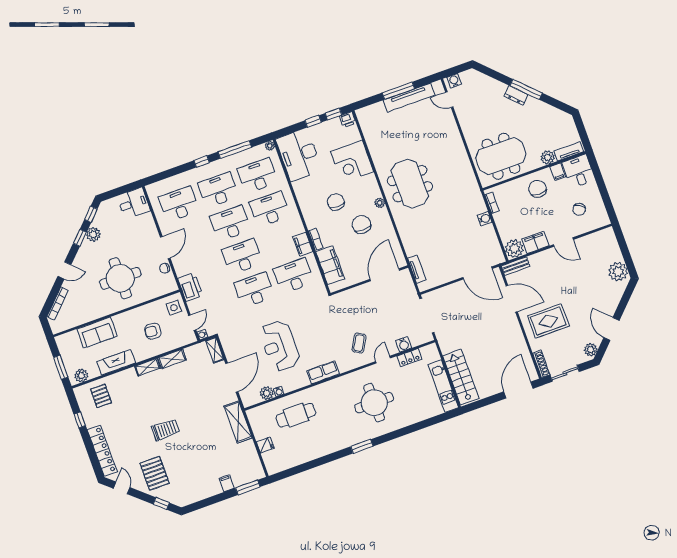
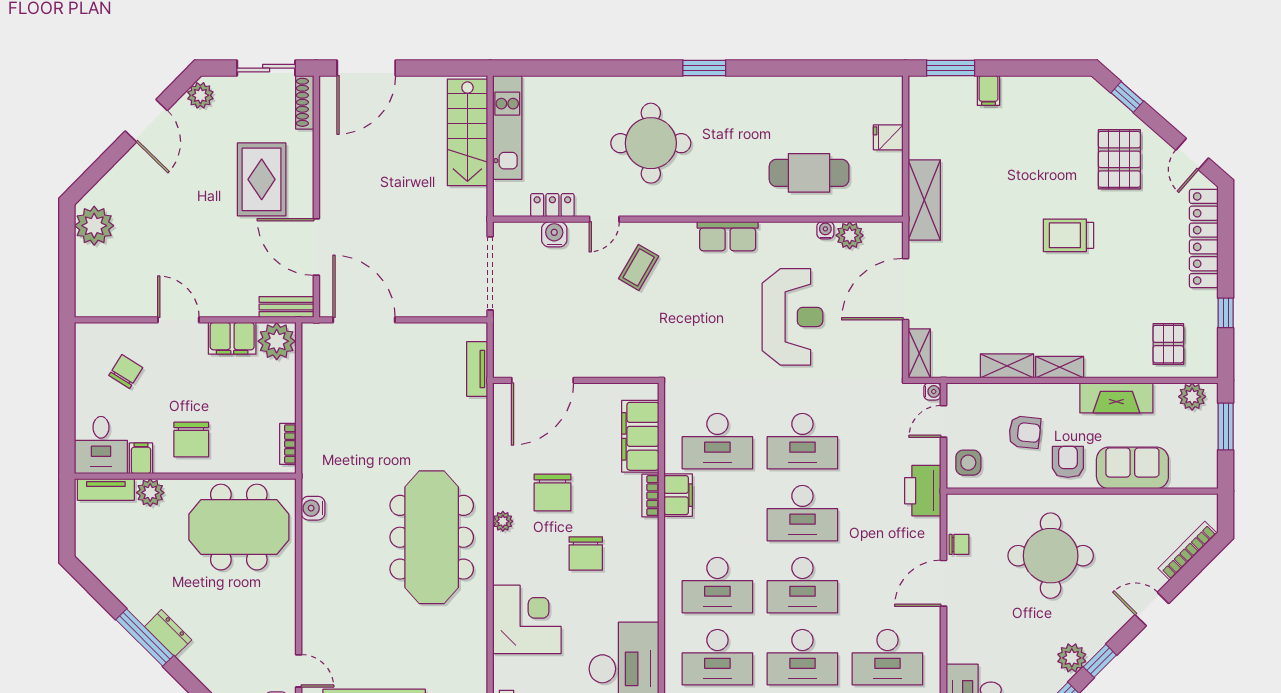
meeting table: (410, 184) -> (432, 537), width x1.36
water cooler: (485, 219) -> (313, 508), moved
rug: (548, 321) -> (262, 179), turned 90
armchair: (128, 325) -> (1068, 462), added

